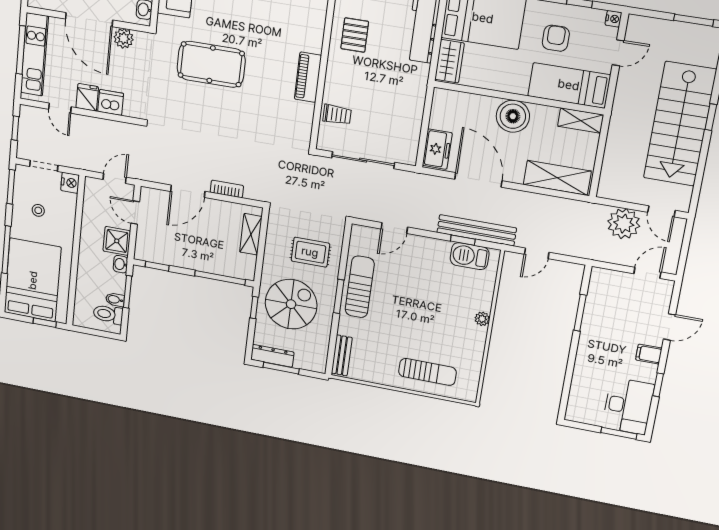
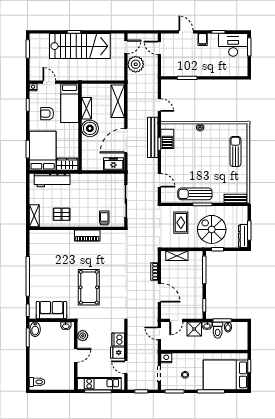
door: (89, 20) -> (76, 355), width x0.53
door: (60, 108) -> (126, 367), swing flipped
shelving: (581, 121) -> (86, 108), moved
toilet: (108, 314) -> (218, 330), moved

